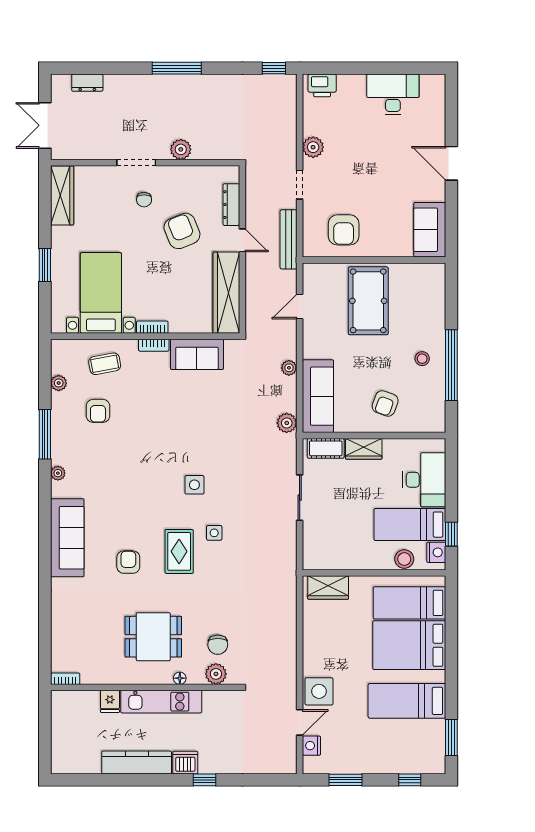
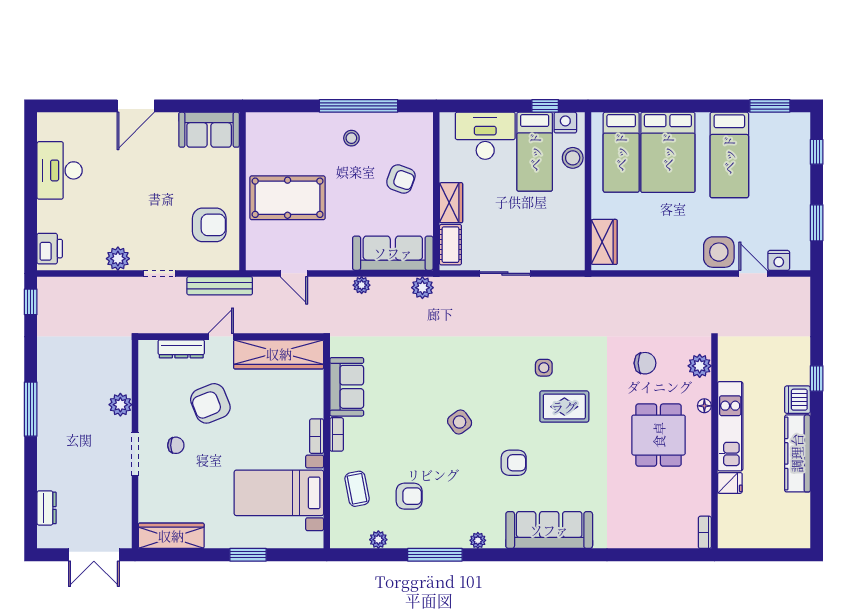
side table: (194, 485) -> (460, 422), moved, turned -36
armchair: (128, 562) -> (514, 463), moved, turned 180
chair: (218, 645) -> (645, 363), moved

